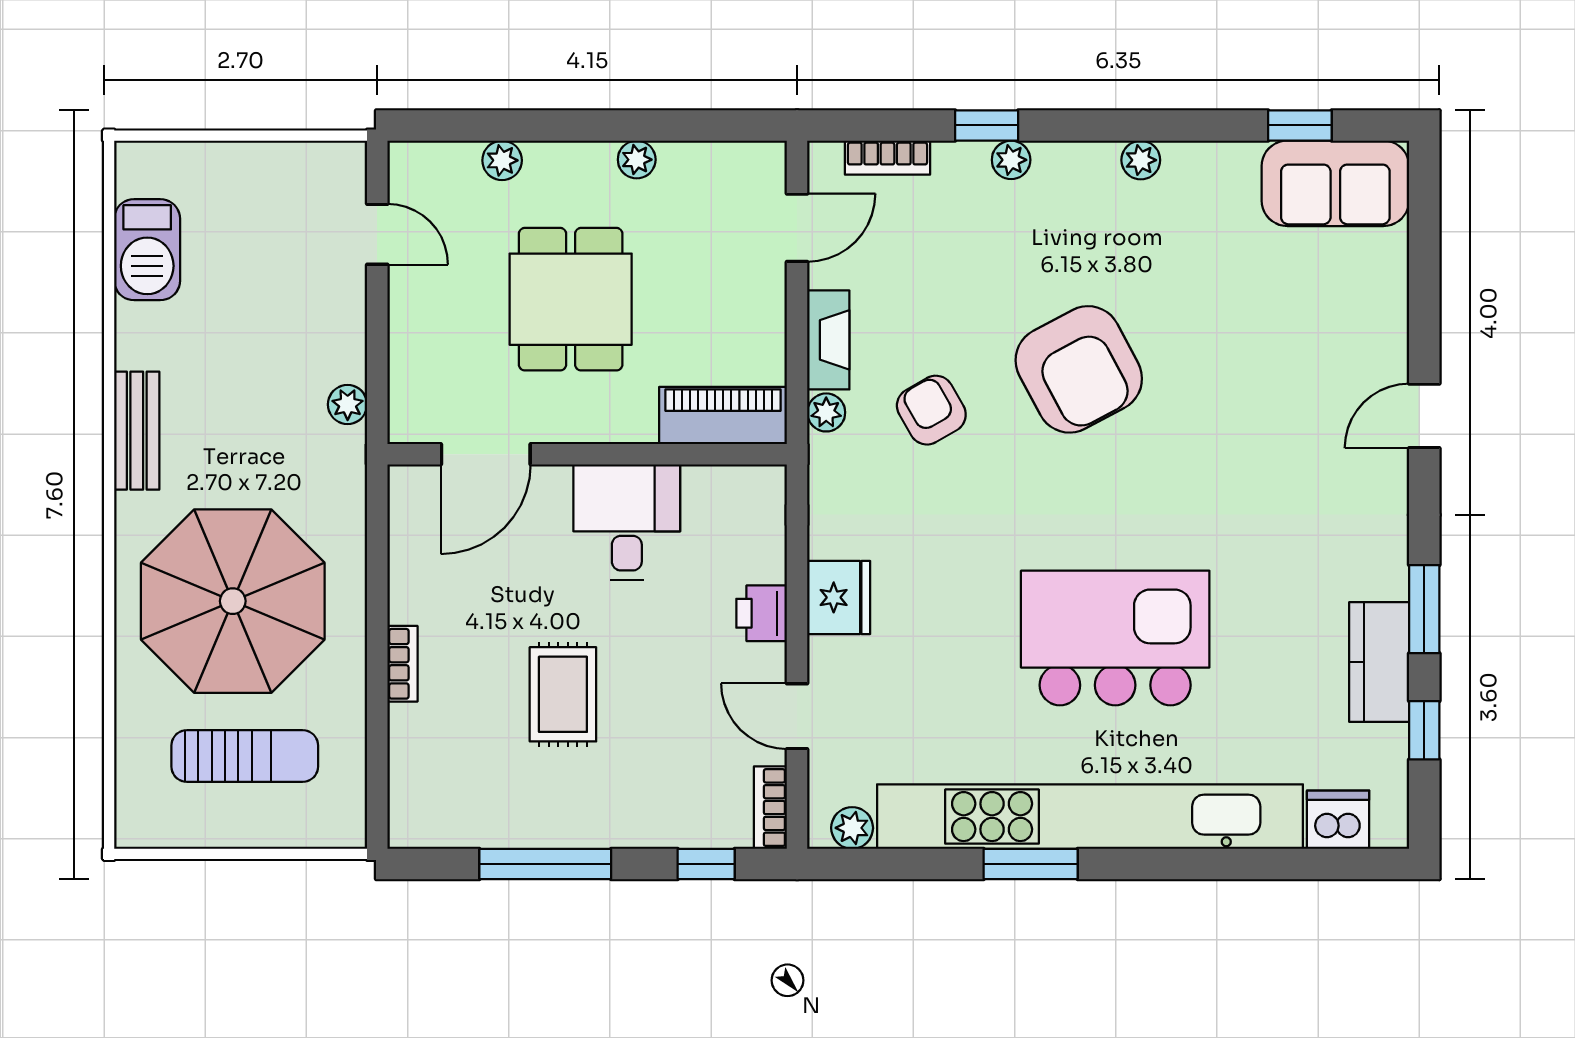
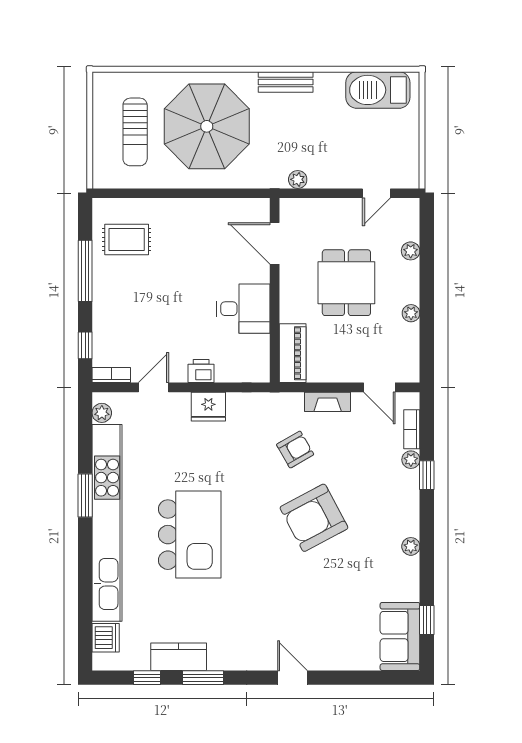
plant: (1011, 160) -> (411, 460), moved
barbecue: (147, 250) -> (378, 90), width x1.37, depth x1.21
dining table: (571, 299) -> (346, 283), turned 90
plant: (826, 412) -> (294, 401), removed
bookcase: (402, 664) -> (178, 205), removed
rug: (563, 694) -> (127, 240), moved

